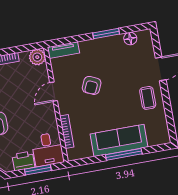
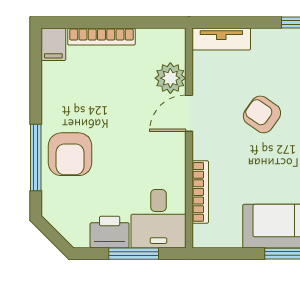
plant: (37, 57) -> (170, 78), moved
armchair: (92, 85) -> (262, 114), turned 101

